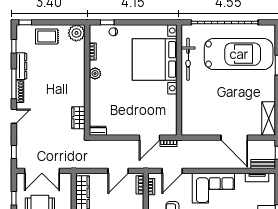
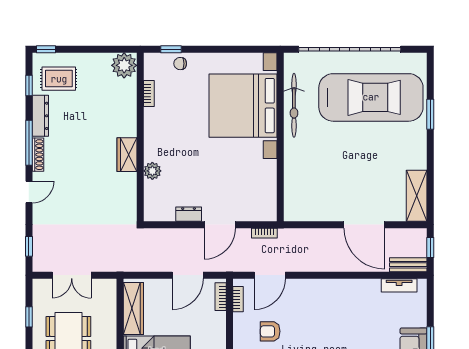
rug: (47, 36) -> (59, 79), moved
plant: (95, 74) -> (152, 171), moved
wardrobe: (78, 118) -> (127, 155), moved
dresser: (98, 131) -> (189, 214), moved
door: (150, 138) -> (220, 225), moved
double door: (42, 171) -> (72, 275), width x0.73
corner sofa: (213, 188) -> (333, 301), removed

